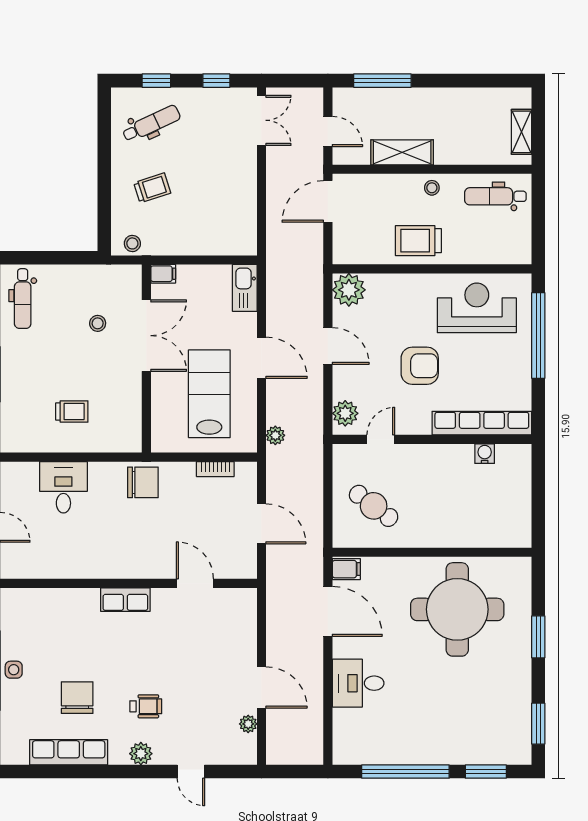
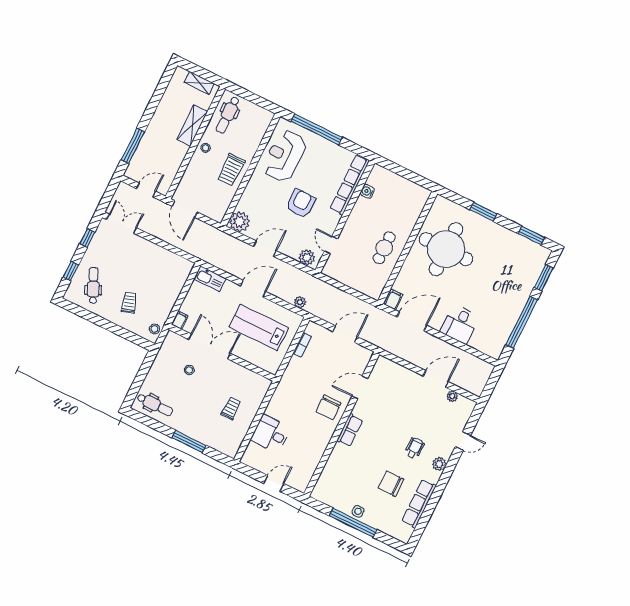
shelving: (402, 152) -> (192, 126), moved
chair: (143, 482) -> (328, 407), moved, turned 180
cafe table: (374, 506) -> (384, 248), moved, turned -37

